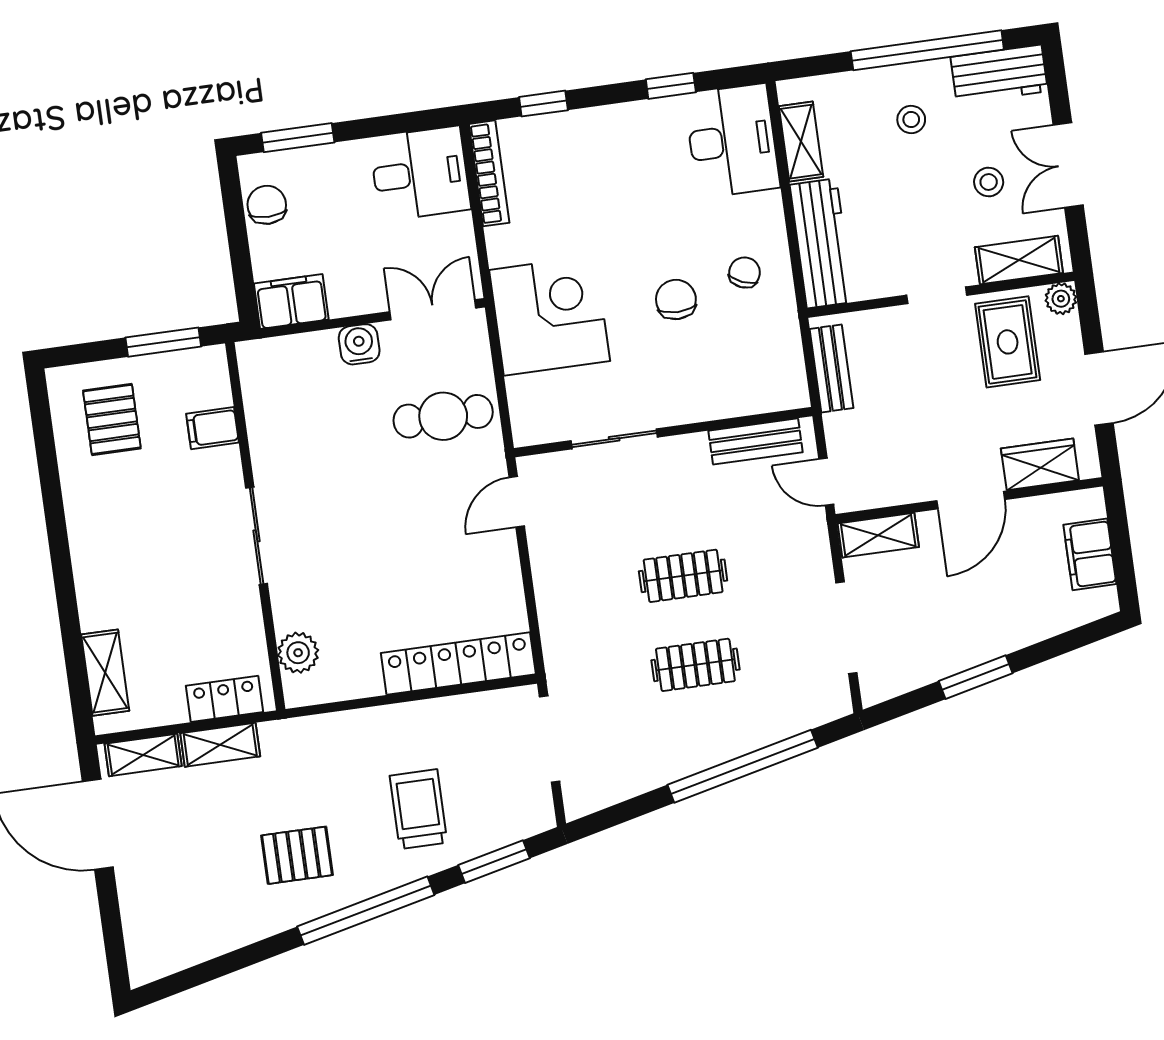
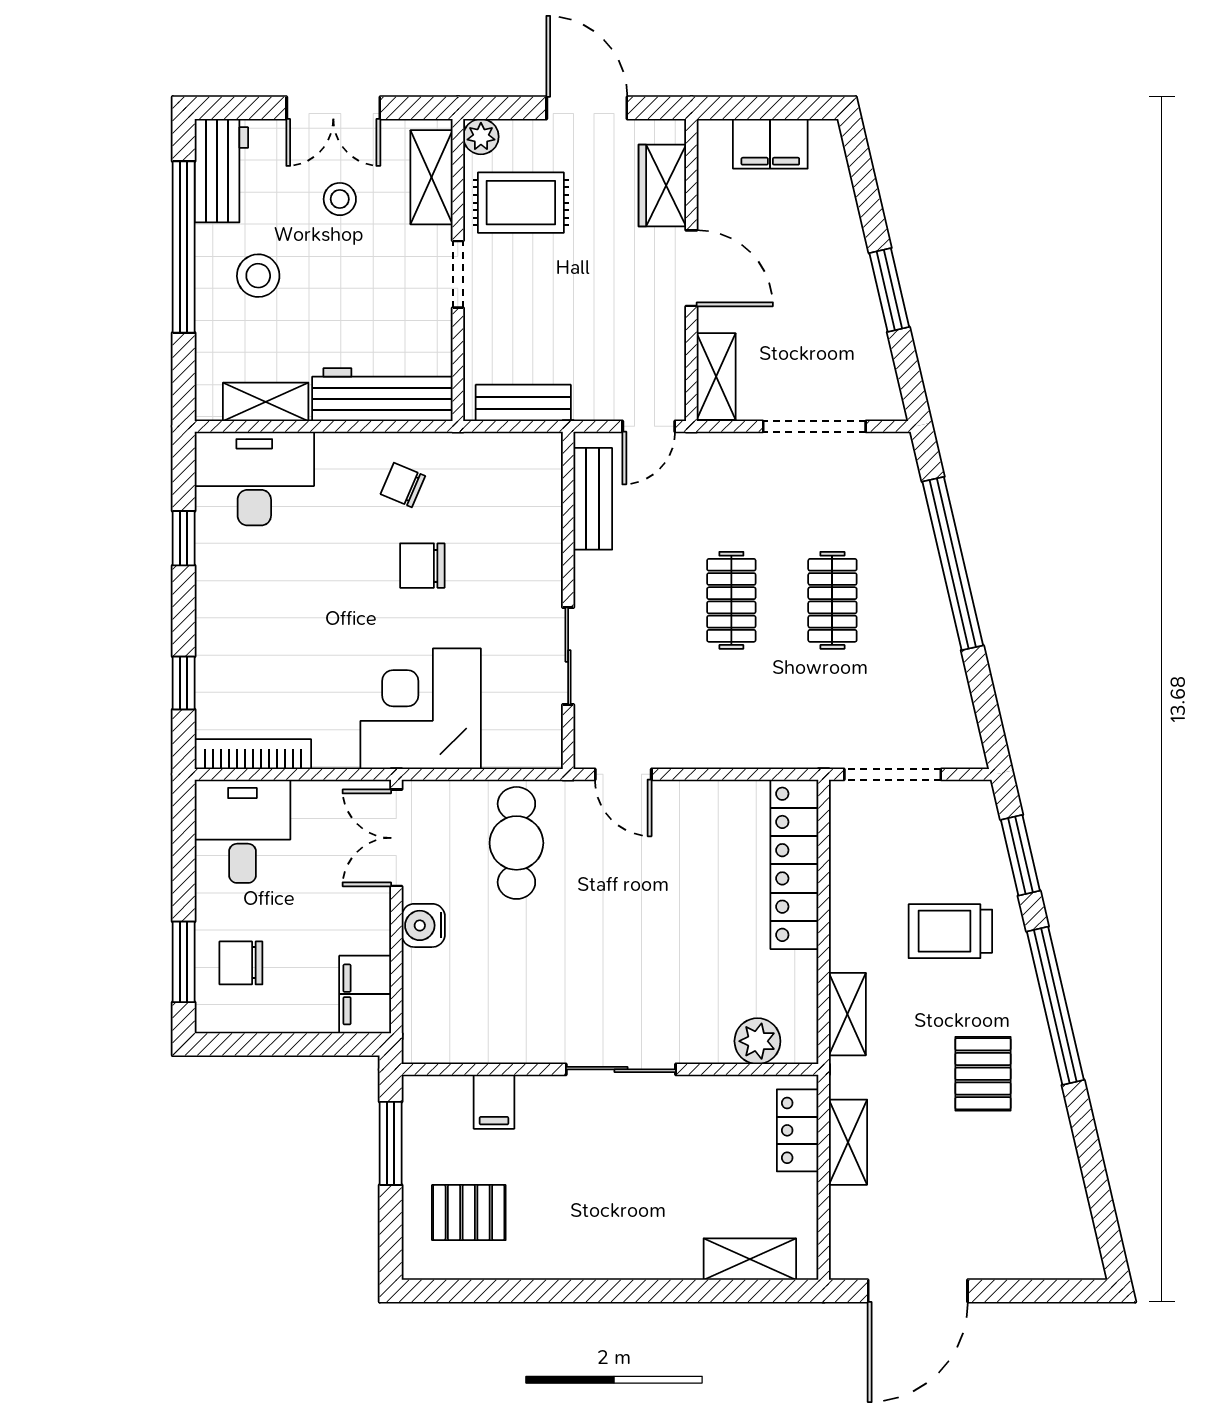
stool: (911, 120) -> (258, 276), width x1.37, depth x1.37
chair: (267, 205) -> (241, 963), moved
shelving: (143, 755) -> (847, 1014), moved

